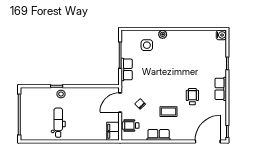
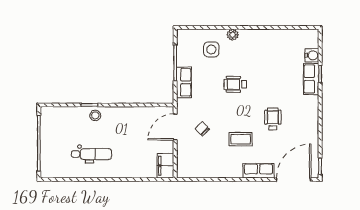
water cooler: (221, 35) -> (312, 55), moved
row of seats: (221, 89) -> (311, 79), moved
dental chair: (58, 123) -> (92, 154), turned 90
wheelchair: (131, 126) -> (235, 84), moved
row of seats: (159, 135) -> (258, 171), moved

